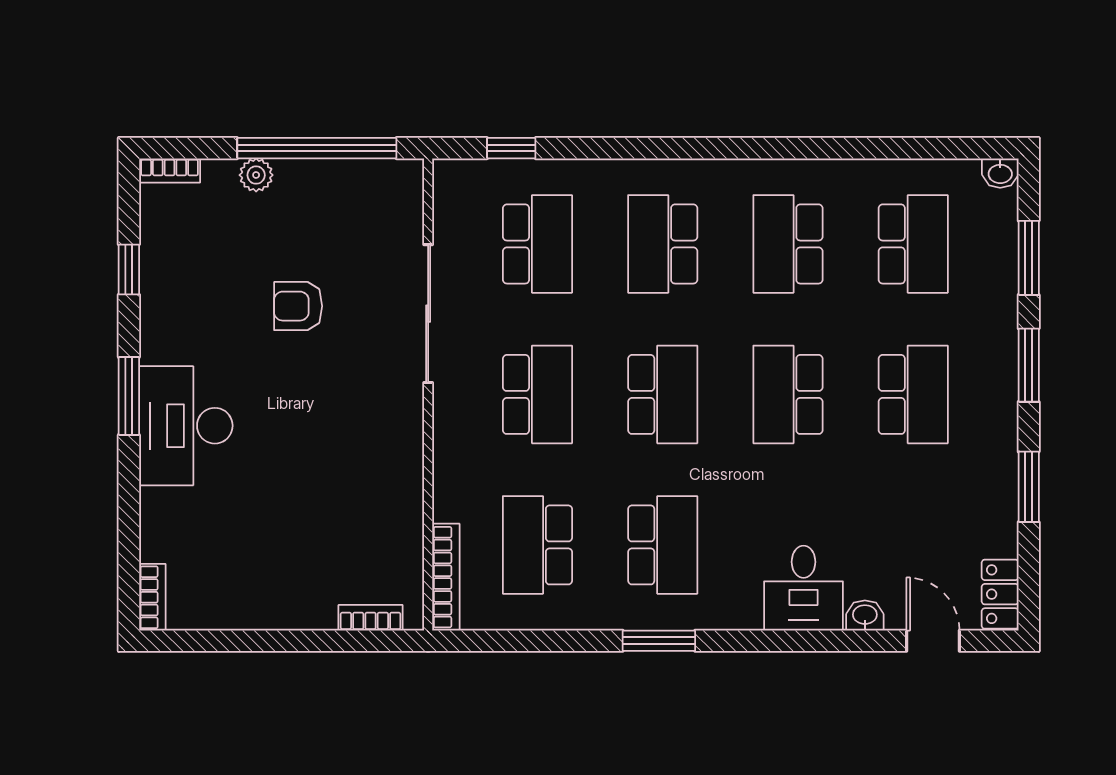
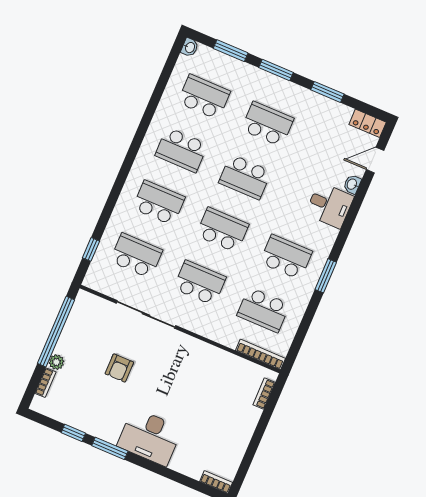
bookcase: (170, 170) -> (45, 383), moved
school desk: (663, 244) -> (159, 203), turned 180
window: (129, 396) -> (110, 448), moved

